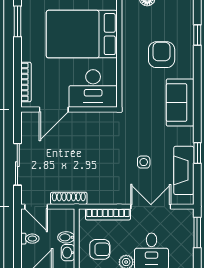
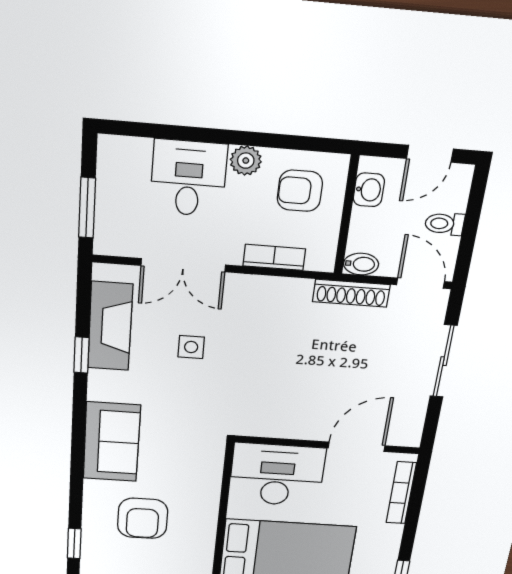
bookcase: (108, 214) -> (274, 257), width x0.64
bidet: (66, 237) -> (361, 264), moved

